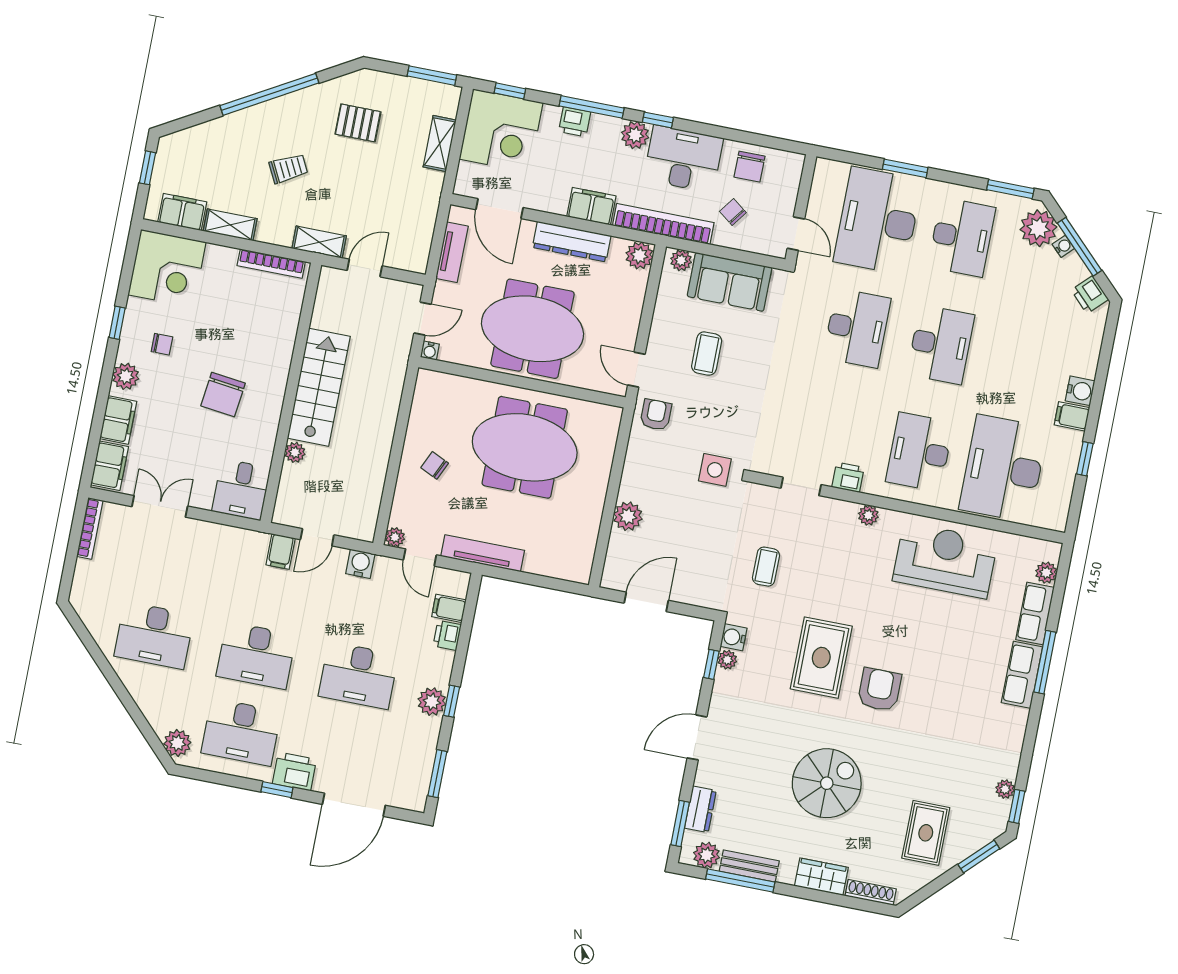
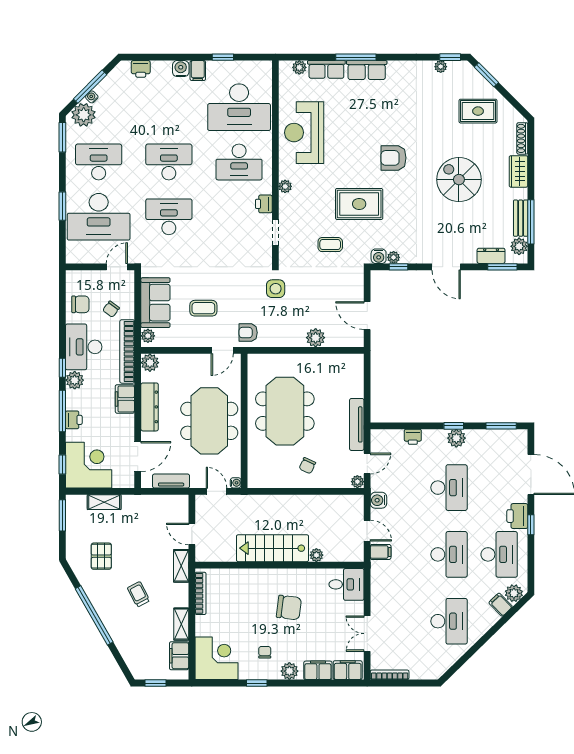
printer: (1090, 295) -> (141, 69), moved, turned 45
filing cabinet: (449, 608) -> (501, 605), moved, turned 136
rug: (821, 658) -> (359, 204), moved

